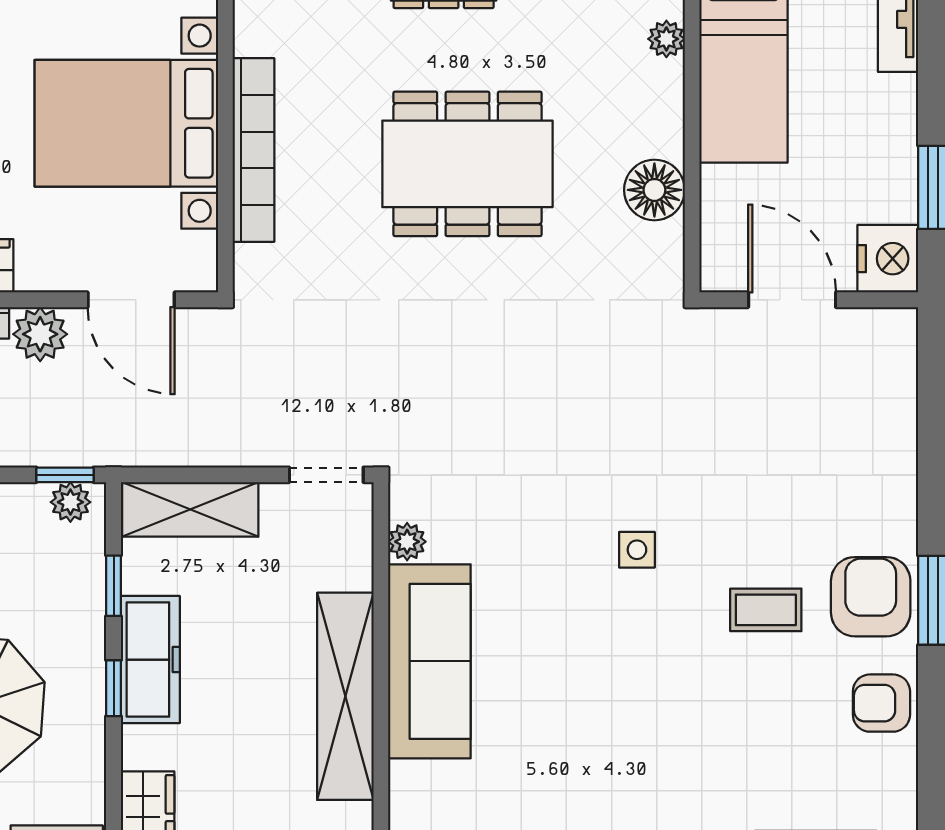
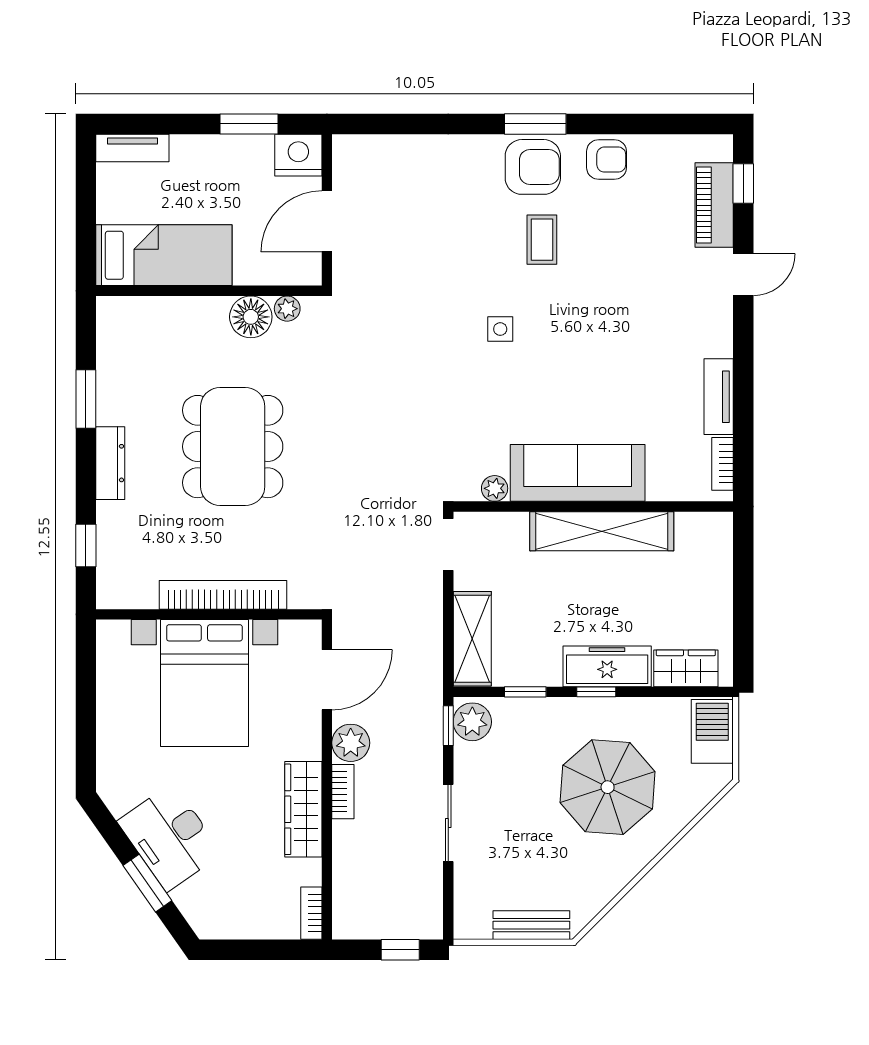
plant: (666, 39) -> (287, 309), moved
plant: (70, 502) -> (472, 722), width x1.38, depth x1.38
armchair: (871, 597) -> (533, 167), turned 180
freezer: (150, 660) -> (607, 666), moved
armchair: (881, 703) -> (607, 160), turned -90

